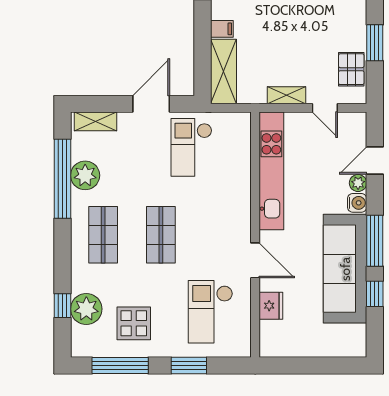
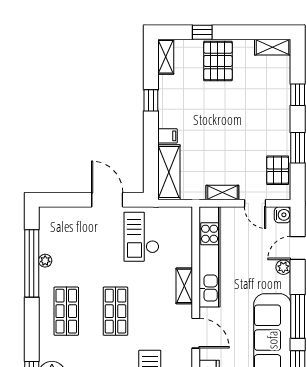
door: (151, 104) -> (107, 200), hinge flipped
shelving: (96, 121) -> (184, 286), moved, turned 90
plant: (85, 175) -> (45, 261), width x0.53, depth x0.53
water cooler: (357, 203) -> (283, 215), moved

